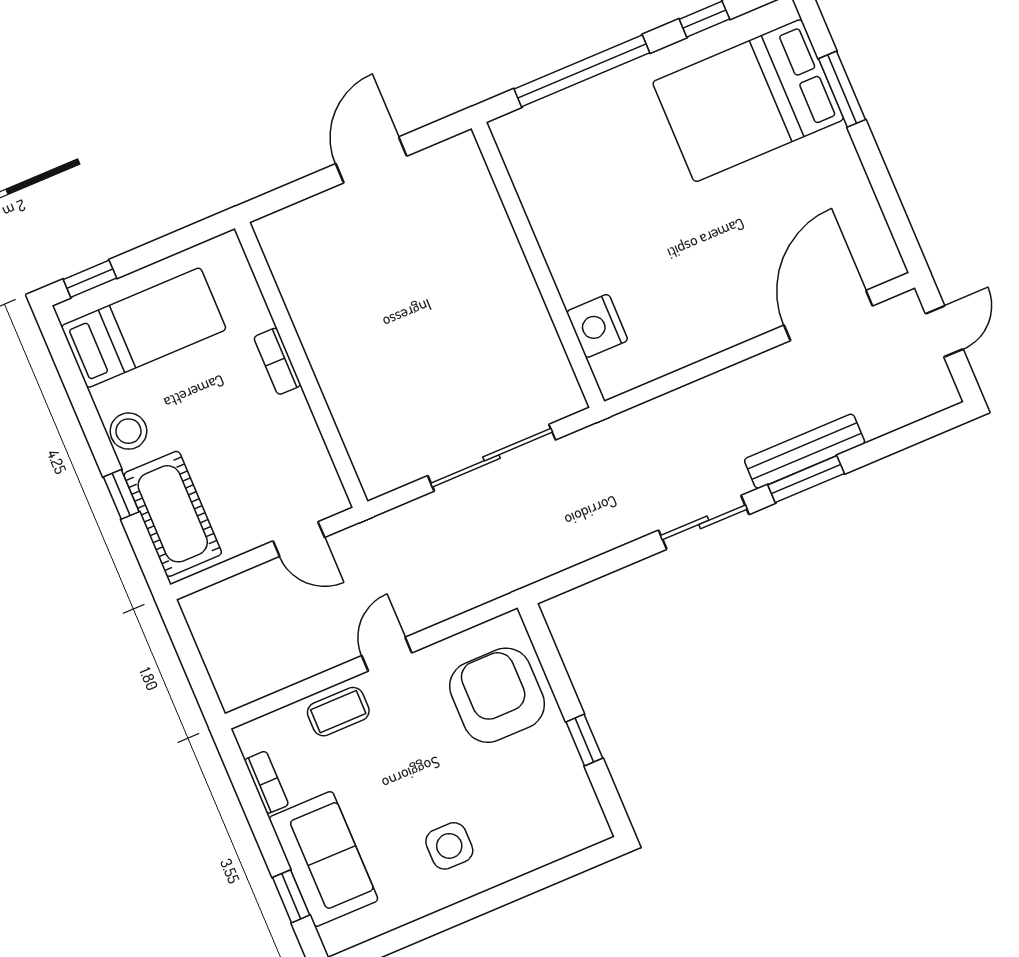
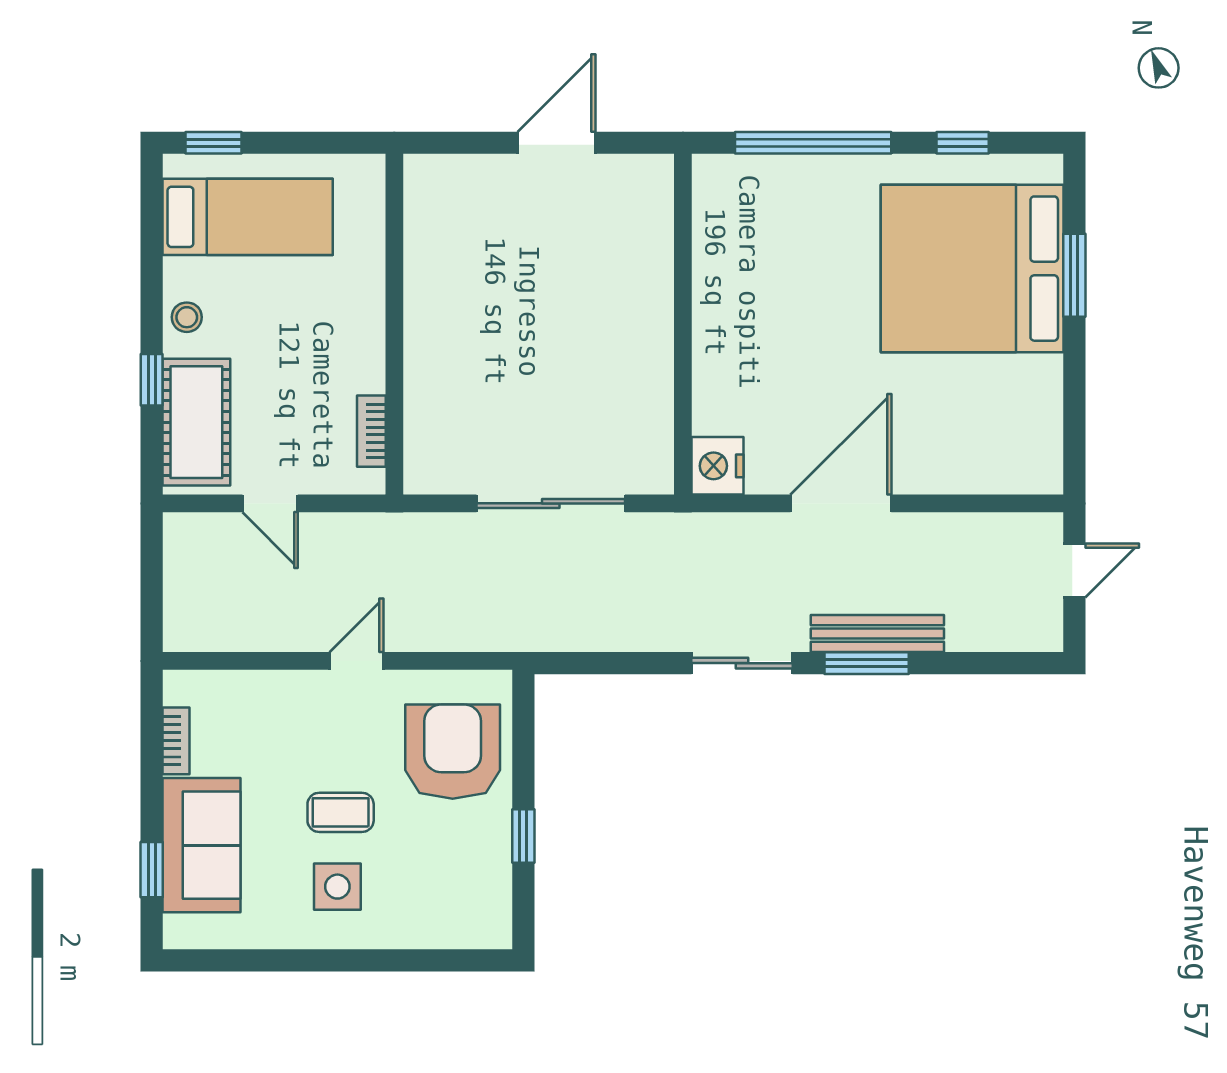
bed: (748, 101) -> (972, 269), width x1.36
door: (828, 315) -> (841, 503), moved
nightstand: (597, 326) -> (718, 466), moved
bookcase: (277, 361) -> (371, 431), moved
stool: (128, 431) -> (187, 317), width x0.73, depth x0.73
door: (299, 539) -> (270, 503), moved
coffee table: (338, 712) -> (341, 812), moved

